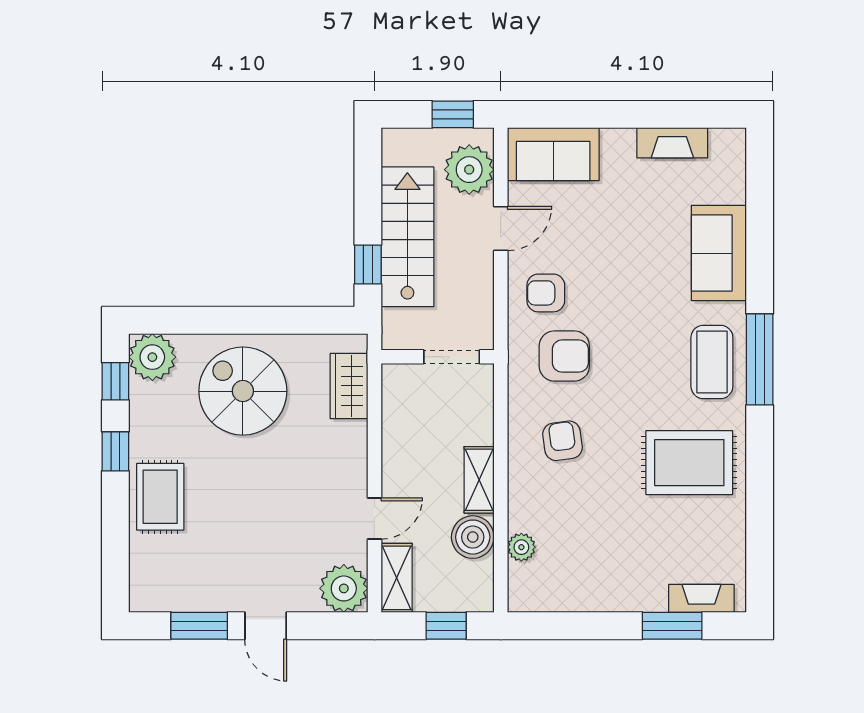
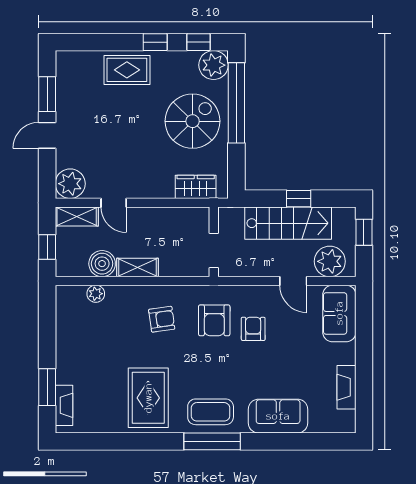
window: (453, 114) -> (364, 232), moved
window: (368, 264) -> (299, 199), moved
armchair: (546, 293) -> (253, 329), moved
window: (213, 320) -> (236, 103), added

